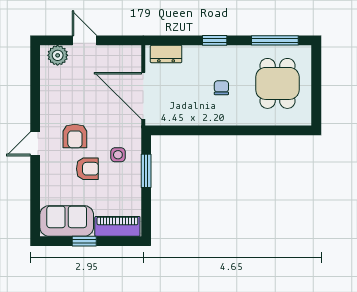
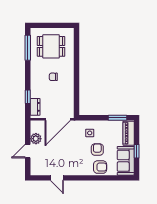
window: (215, 40) -> (28, 97), moved
plant: (58, 55) -> (36, 139), moved
armchair: (75, 136) -> (100, 167), moved
door: (35, 144) -> (57, 178), moved
window: (146, 171) -> (118, 118), moved

